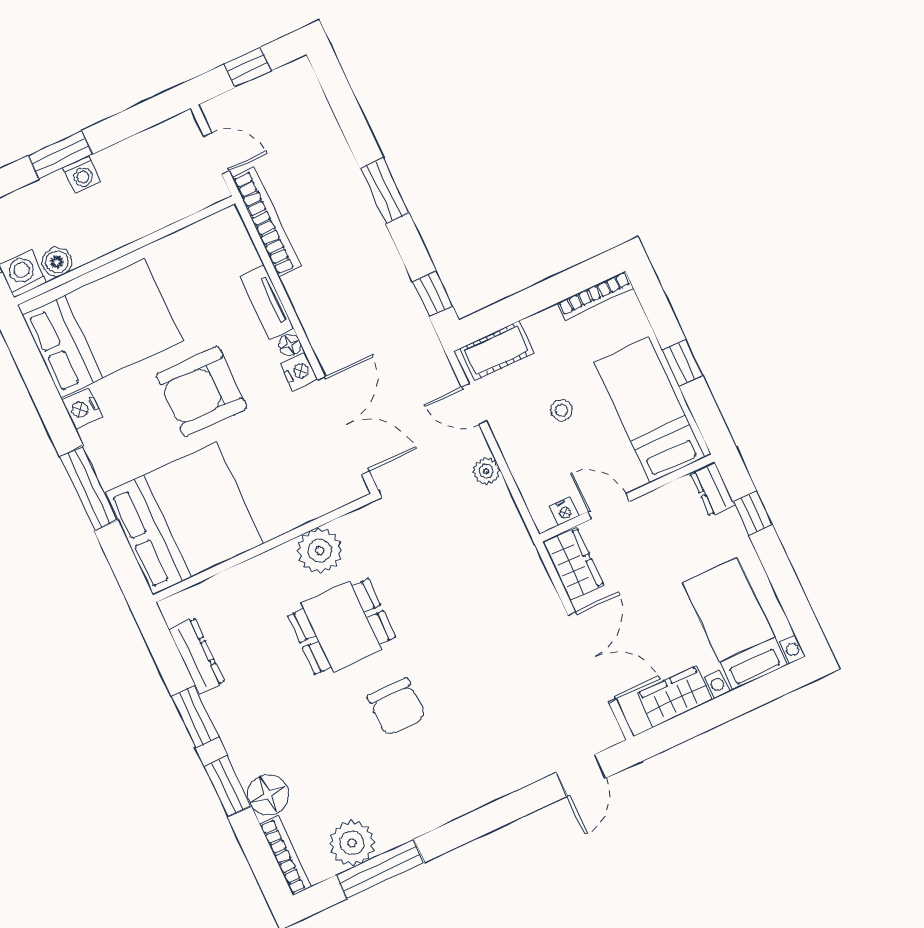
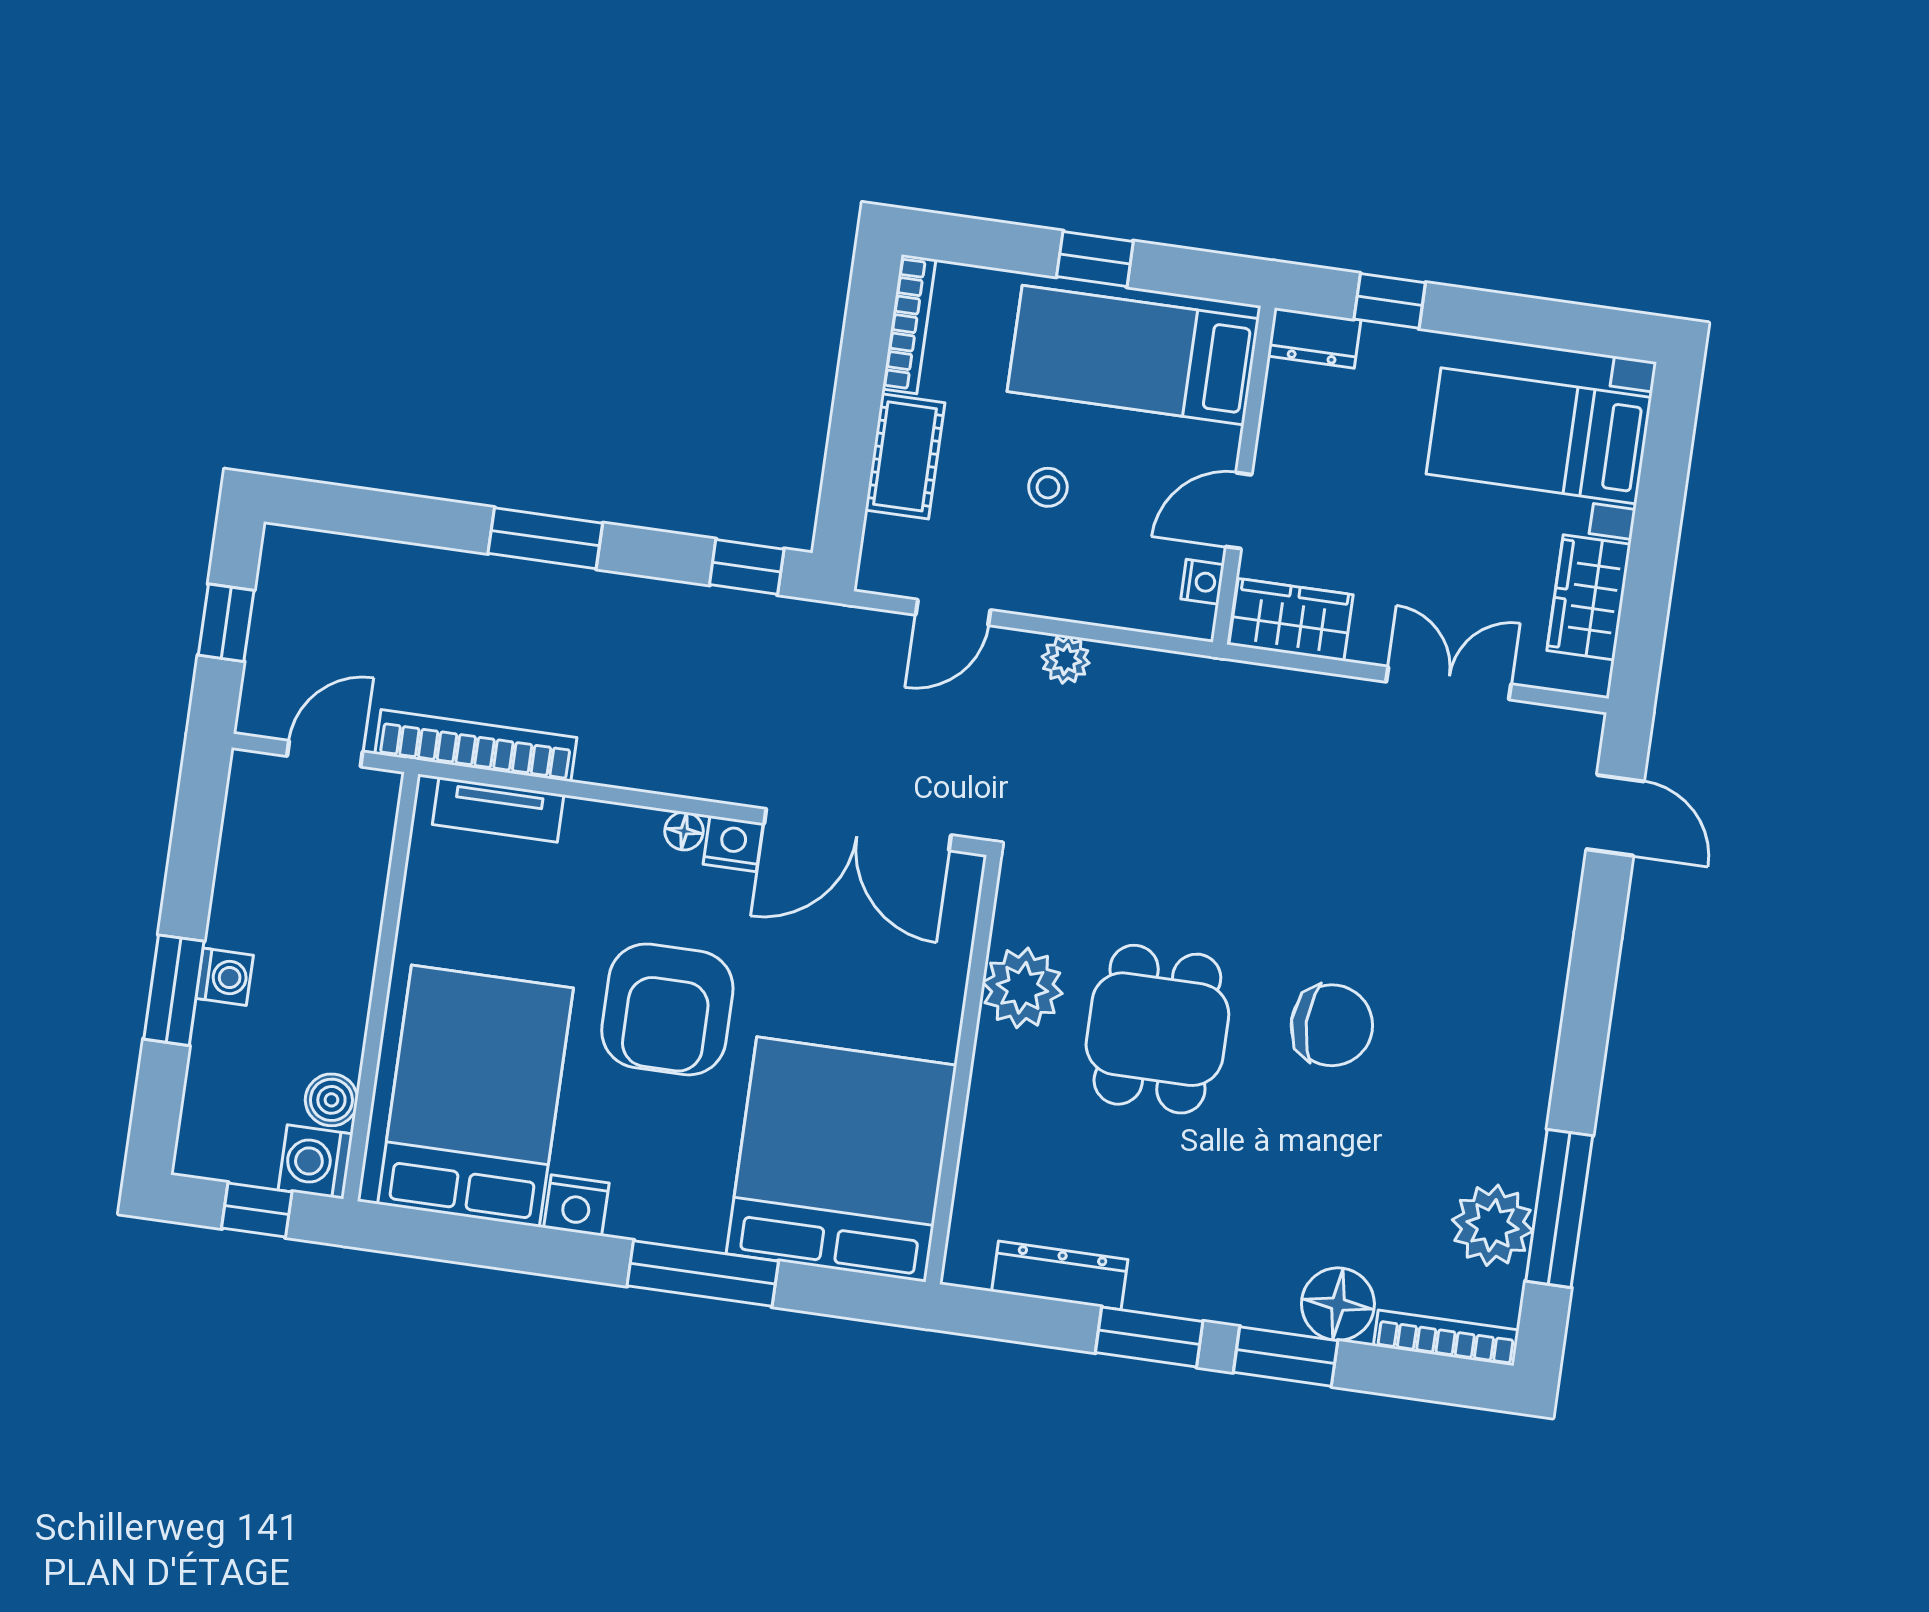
tv unit: (267, 302) -> (498, 810), moved
cot: (497, 351) -> (905, 456), moved
double door: (343, 426) -> (857, 830), swing flipped
double door: (592, 657) -> (1449, 683), width x0.73

